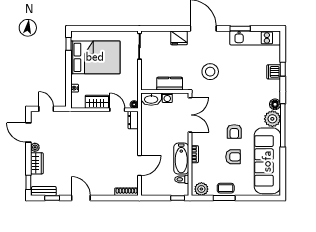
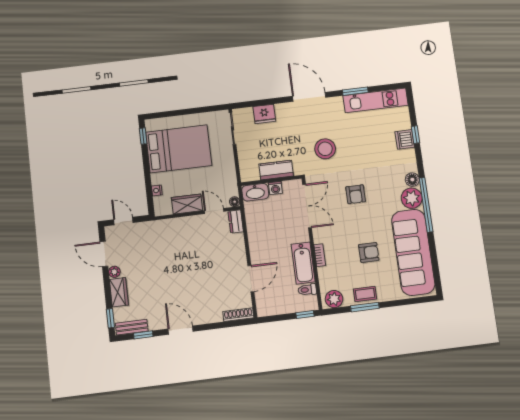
fridge: (179, 38) -> (264, 114), moved
armchair: (234, 131) -> (356, 194), moved

